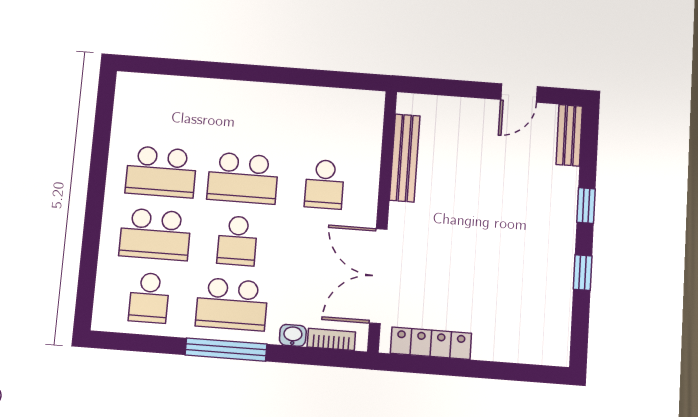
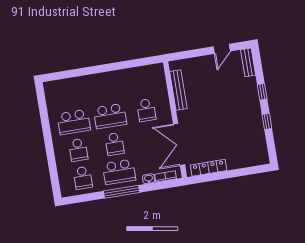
school desk: (155, 234) -> (78, 150), width x0.54

